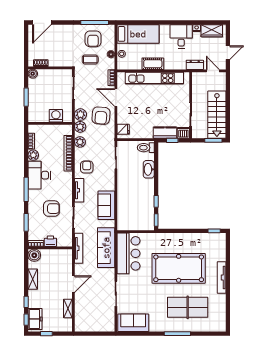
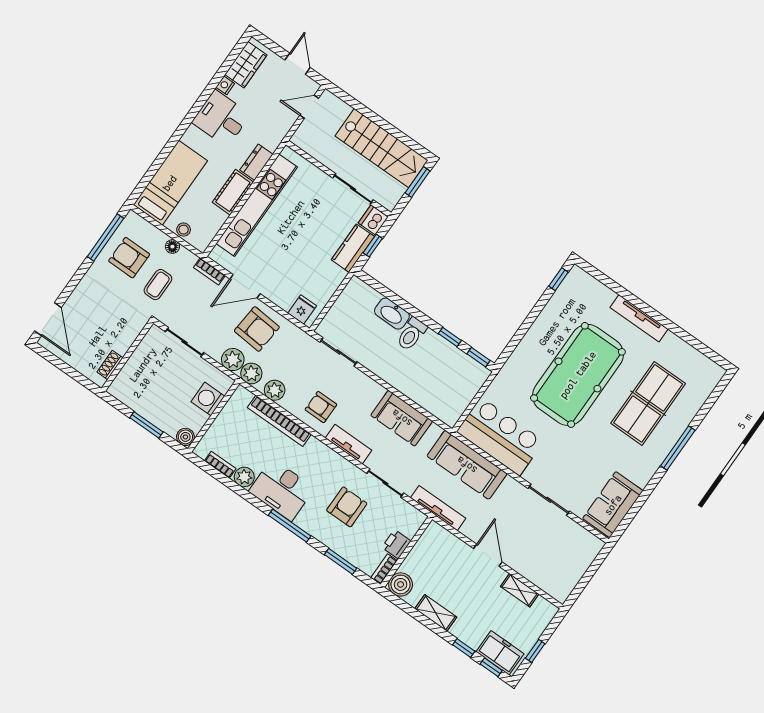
armchair: (93, 39) -> (129, 258), turned 180
dresser: (195, 65) -> (256, 162), moved
boiler: (33, 74) -> (185, 437), moved
toilet: (146, 148) -> (412, 334), moved

